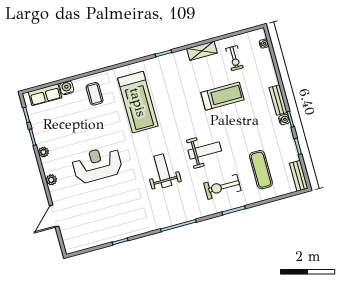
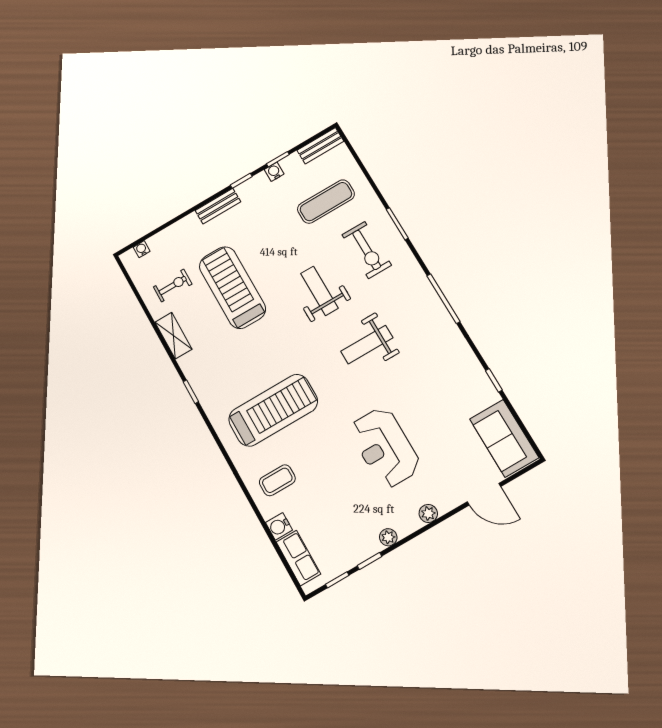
treadmill: (222, 96) -> (232, 287), width x1.37, depth x1.38
water cooler: (284, 120) -> (274, 172), moved
sofa: (84, 237) -> (504, 438), added

